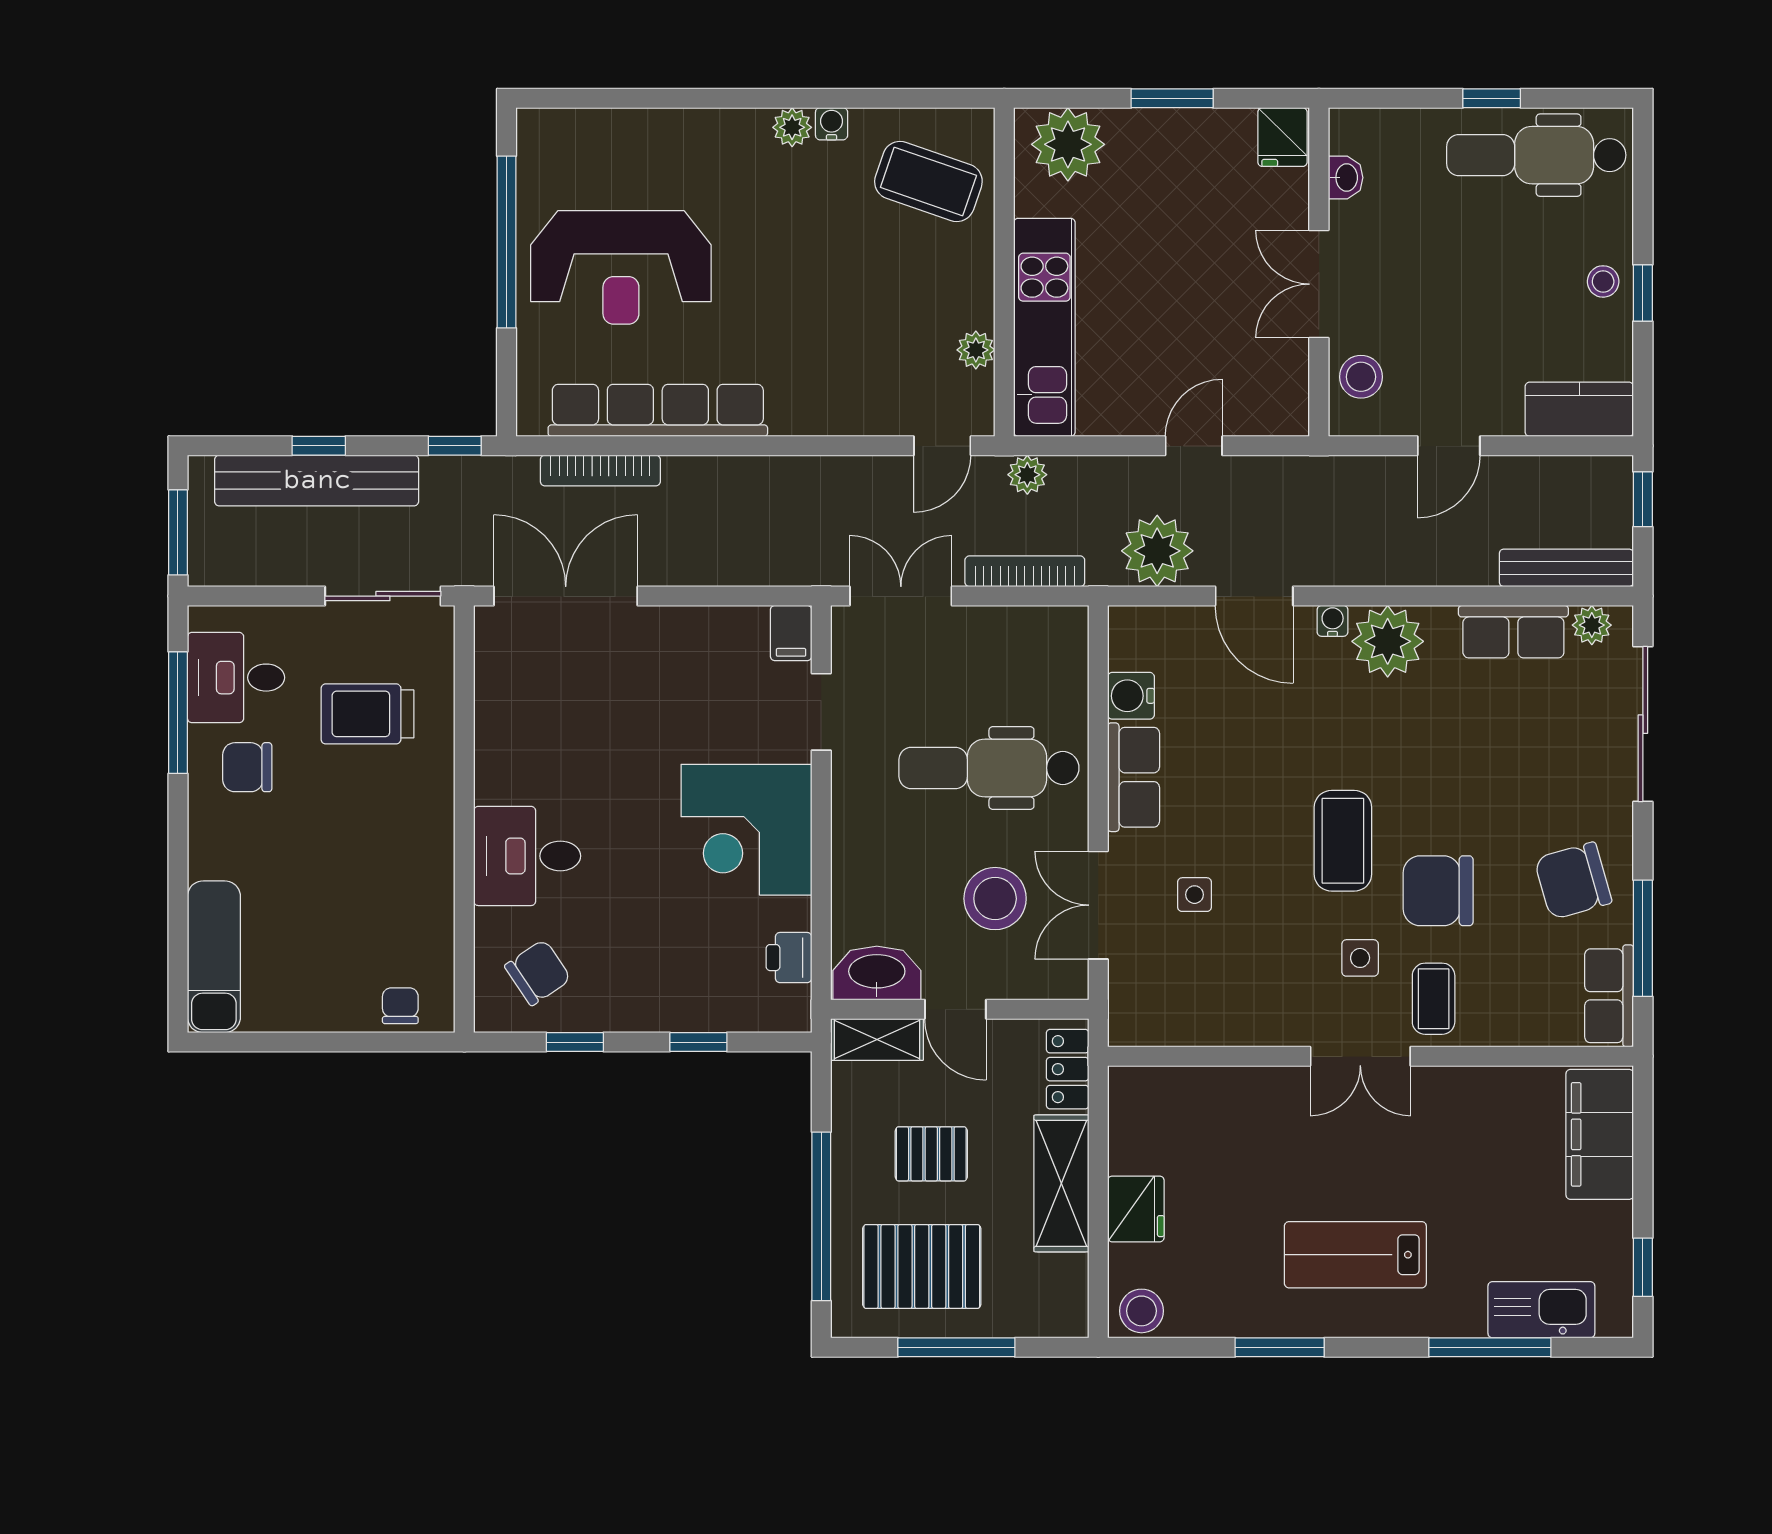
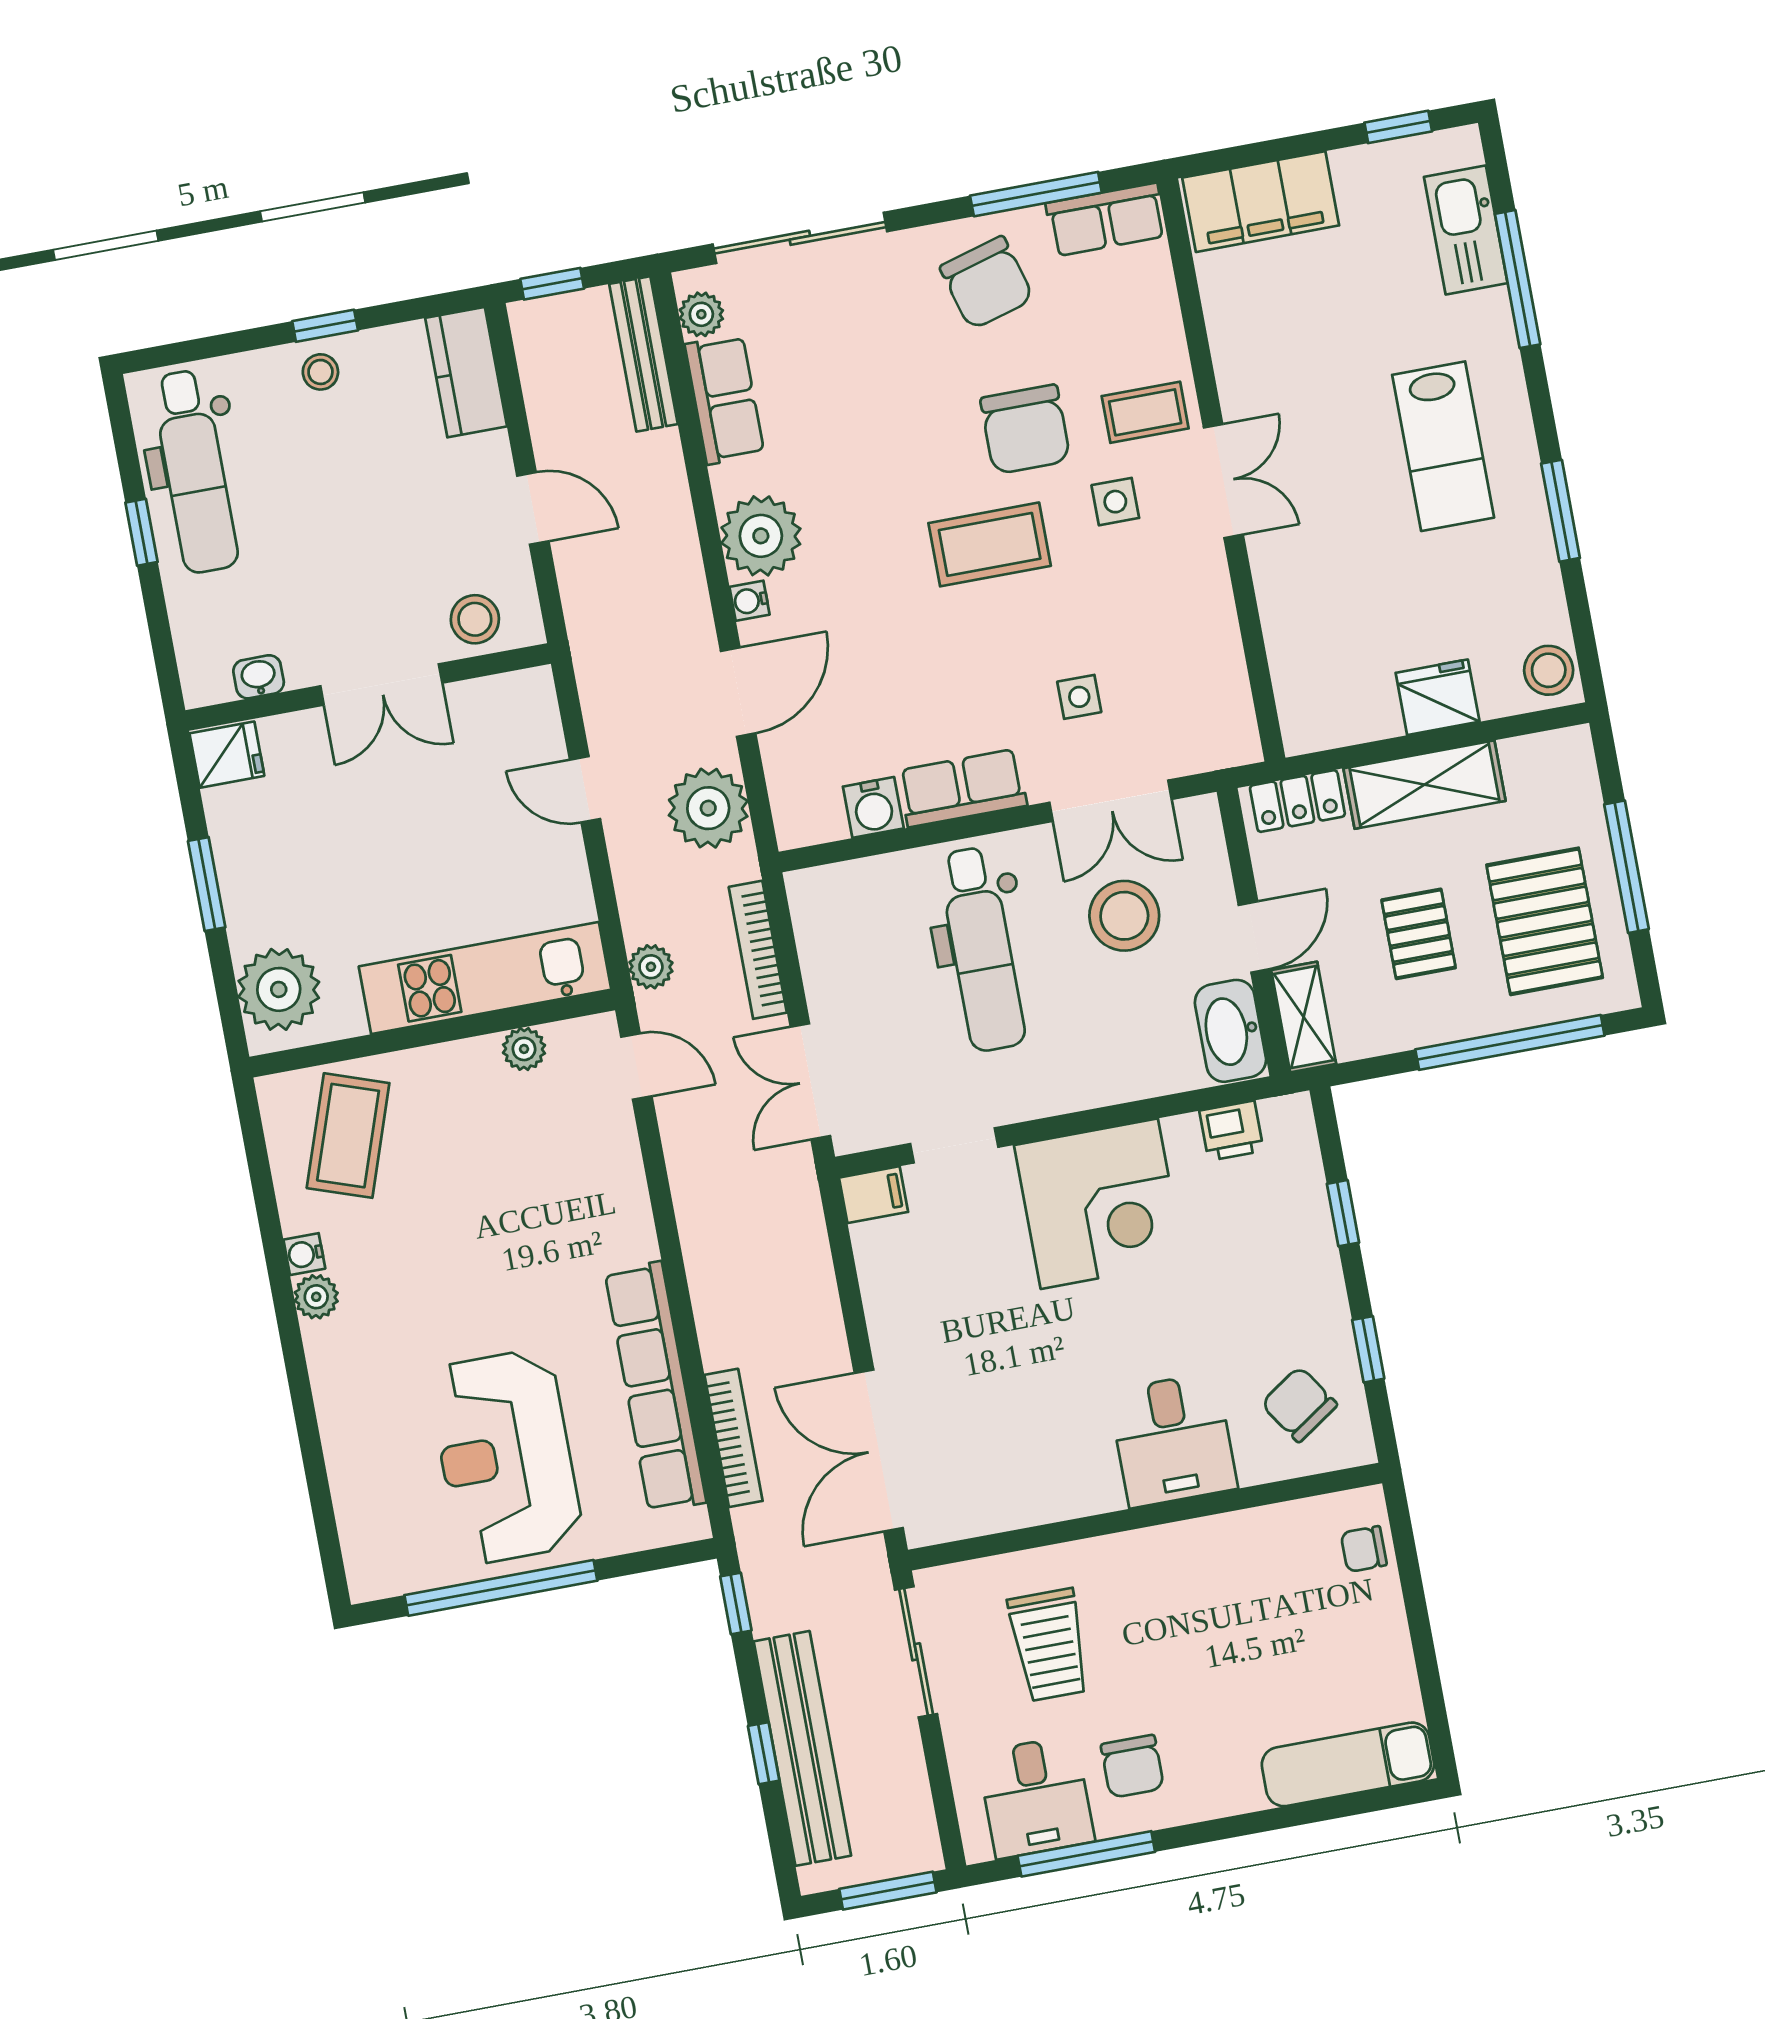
reception desk: (621, 267) -> (506, 1457), turned 180

